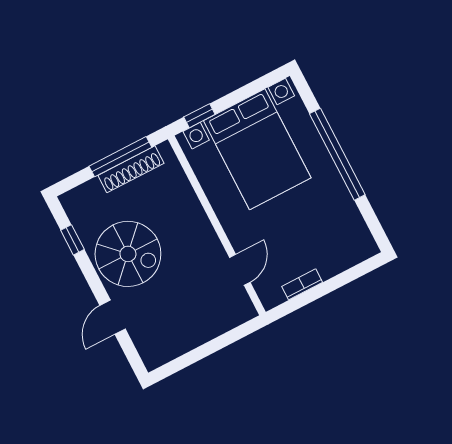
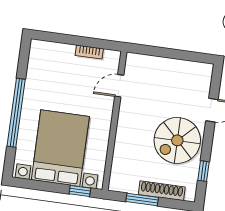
window: (120, 157) -> (142, 200), width x0.69
shoe rack: (131, 169) -> (162, 191), moved
spiral stairs: (128, 254) -> (177, 140), turned -90

